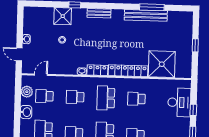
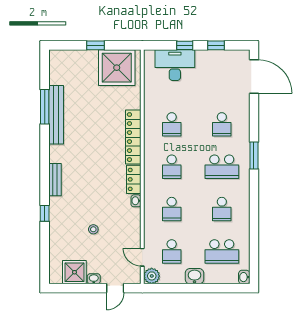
shower: (63, 16) -> (74, 272), moved
shower: (162, 64) -> (117, 68), moved
plant: (27, 92) -> (152, 276), moved
school desk: (106, 98) -> (172, 167), width x0.54

